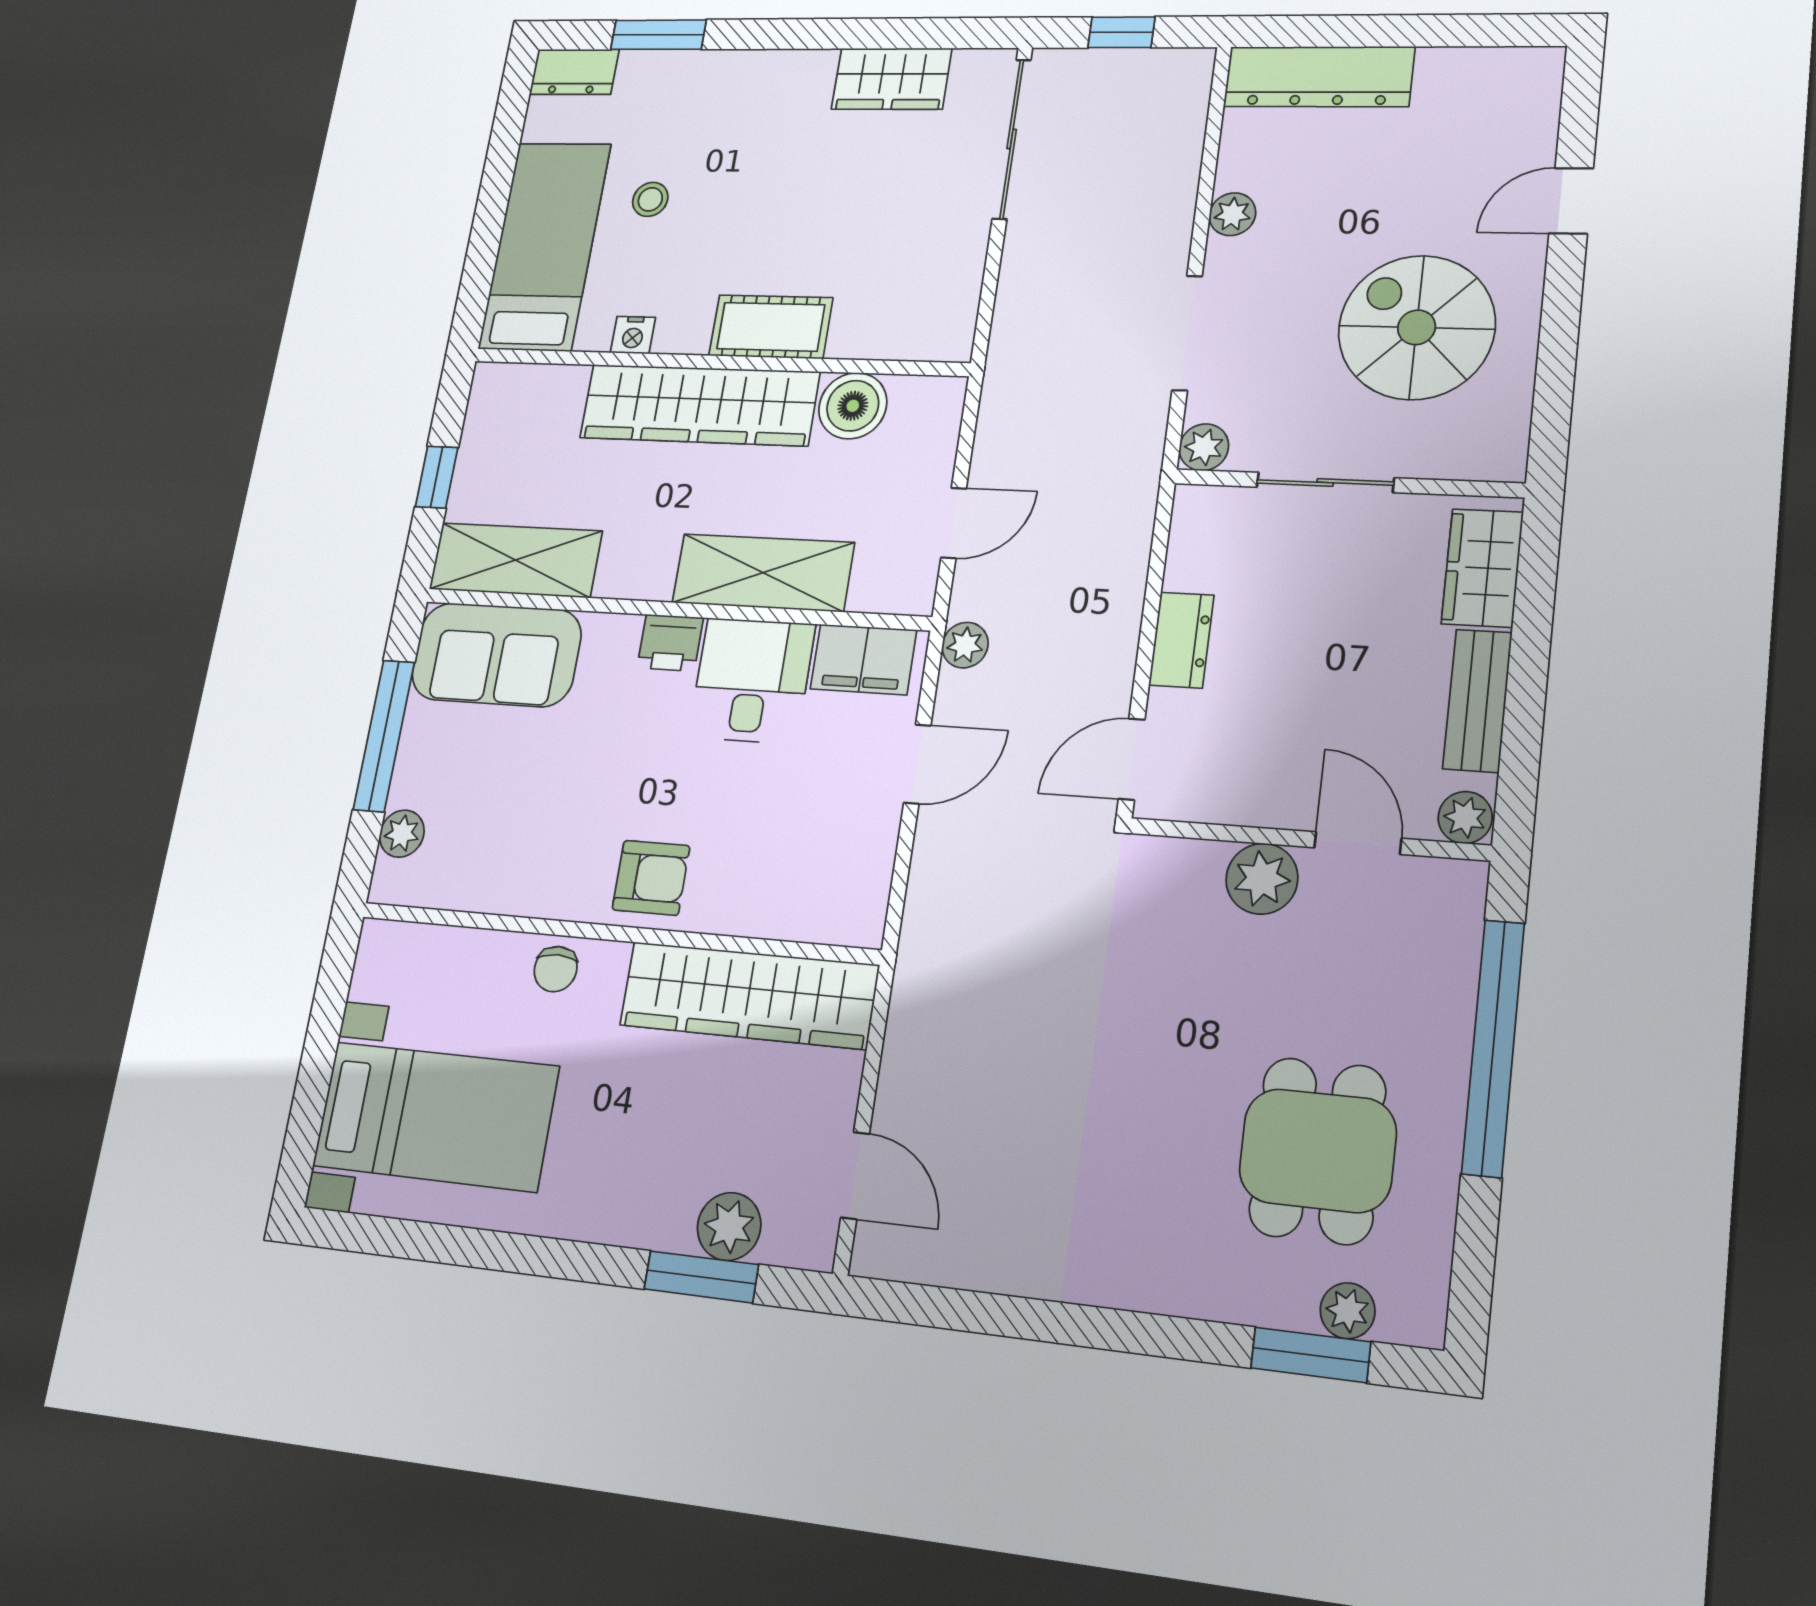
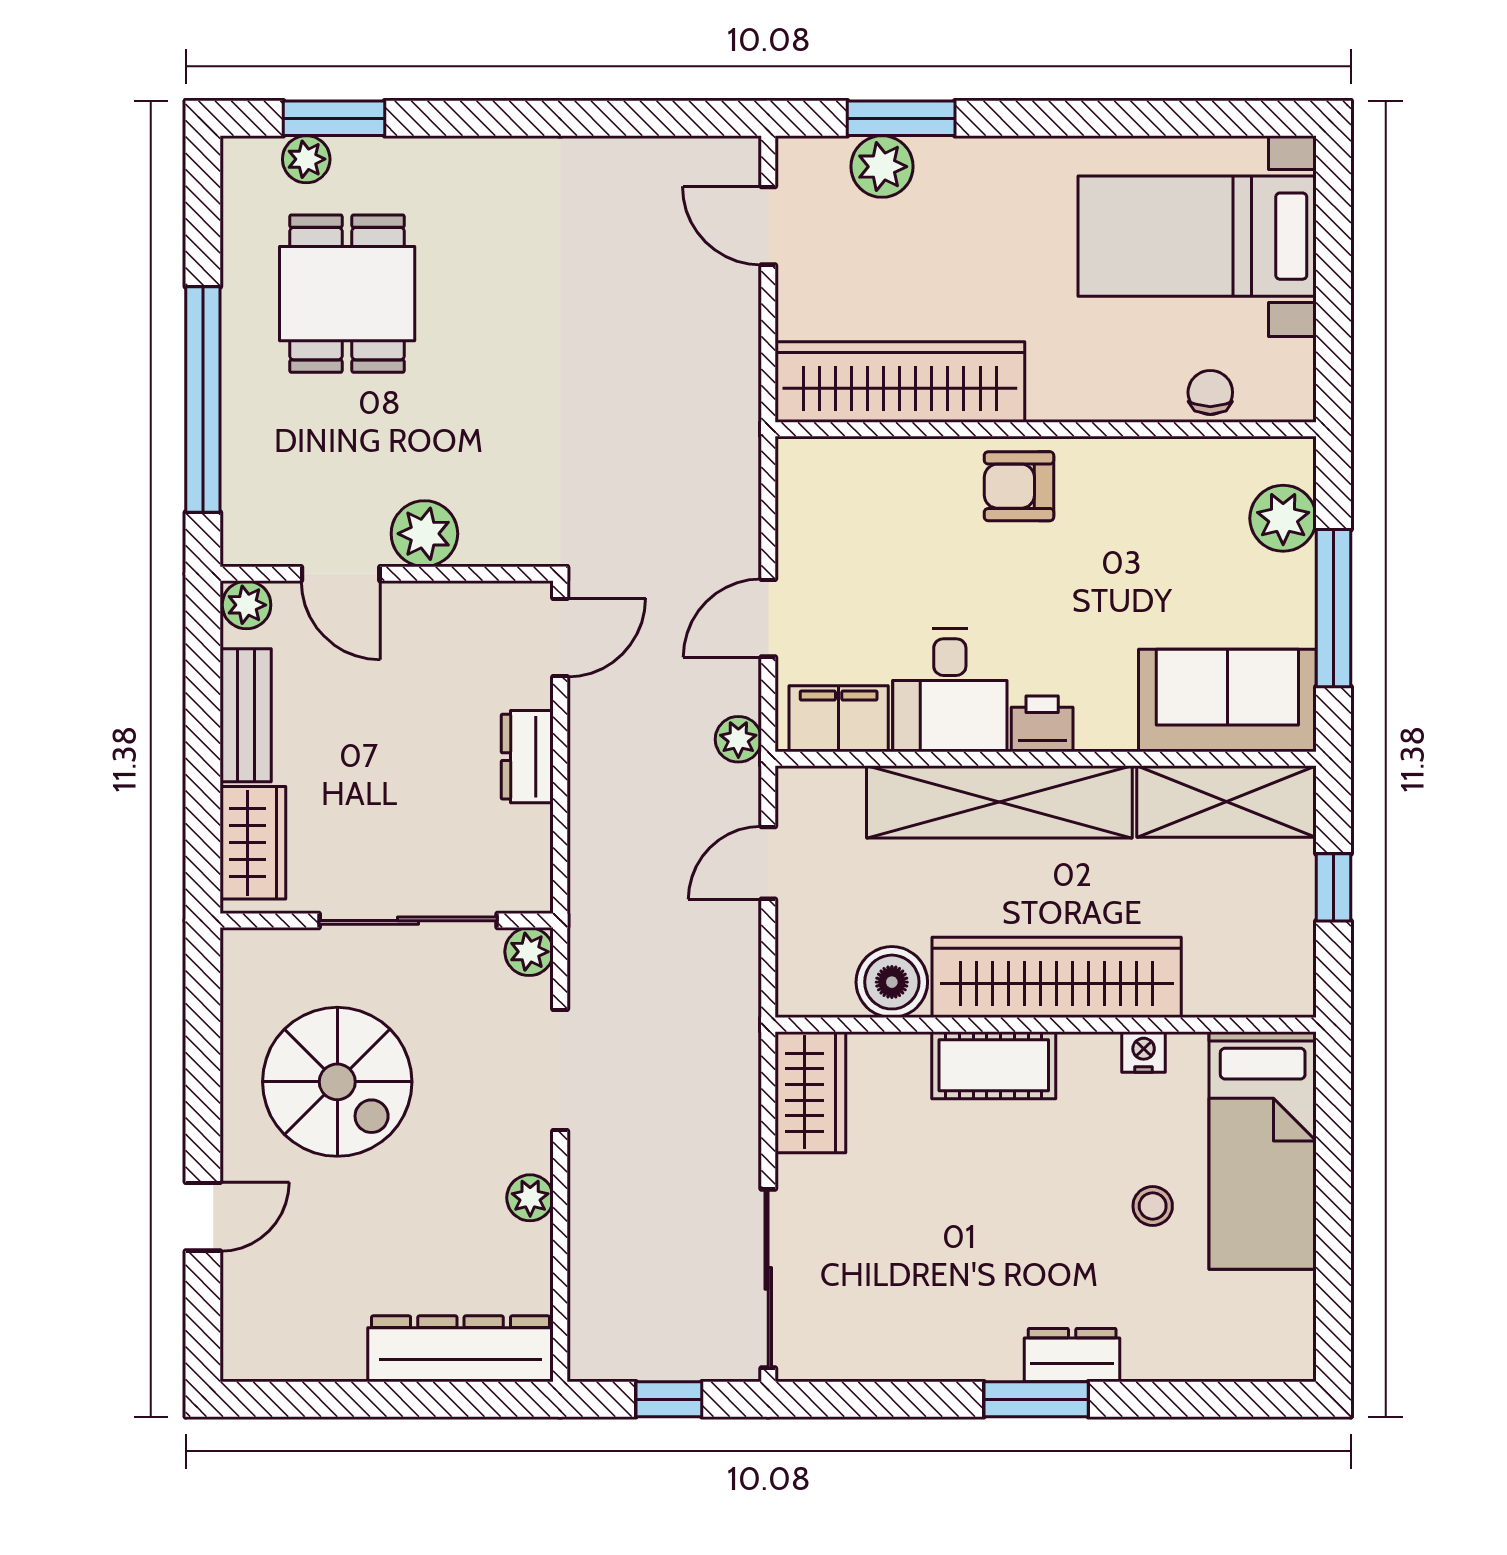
window: (658, 35) -> (1036, 1399), moved
dresser: (574, 72) -> (1072, 1355), moved
wardrobe: (892, 79) -> (810, 1092), moved, turned 90
sliding door: (1325, 482) -> (408, 921), width x1.37
shelving: (763, 573) -> (999, 802), width x1.47
plant: (402, 834) -> (1283, 518), width x1.38, depth x1.38
chair: (556, 969) -> (1210, 392), moved

